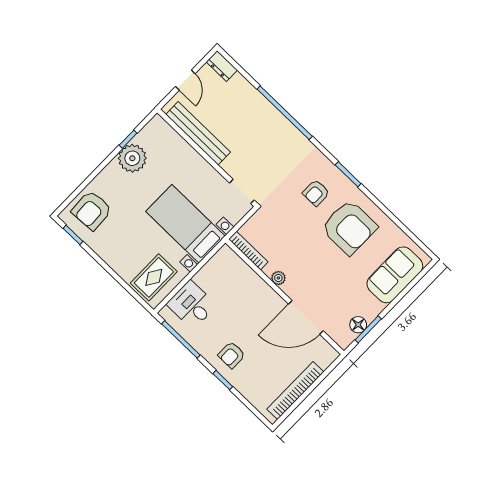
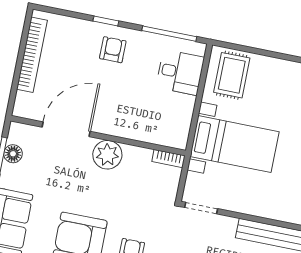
bookcase: (248, 251) -> (168, 159), width x0.64
plant: (278, 278) -> (107, 155), width x1.88, depth x1.88

